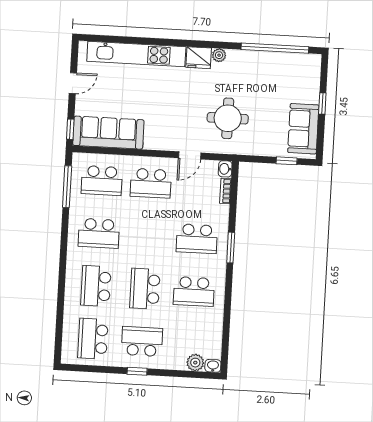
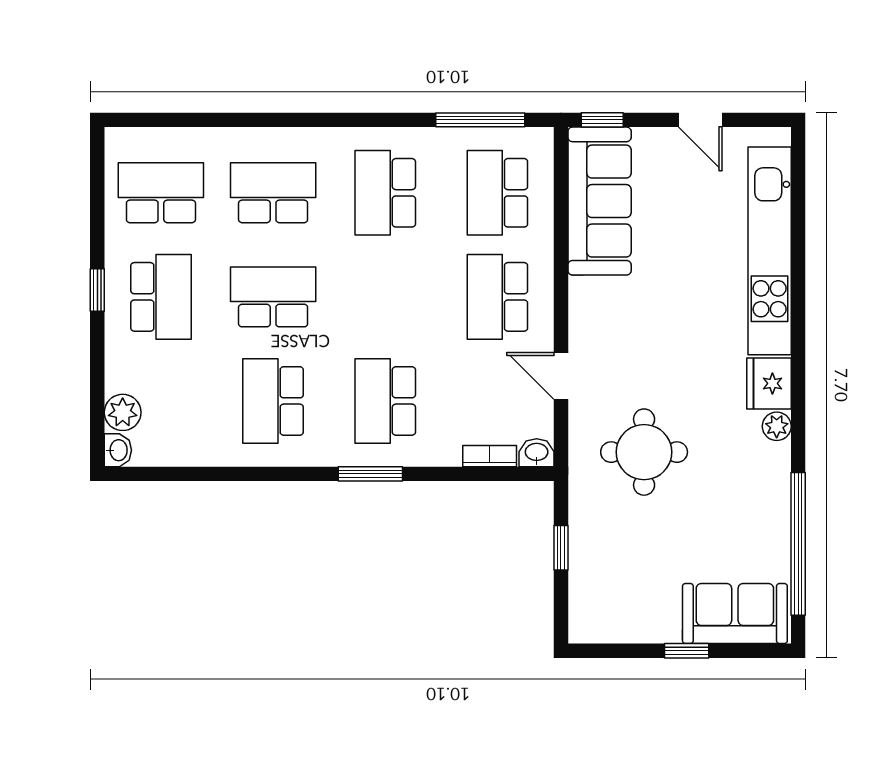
sofa: (303, 129) -> (735, 614), moved
window: (287, 161) -> (561, 548), moved

